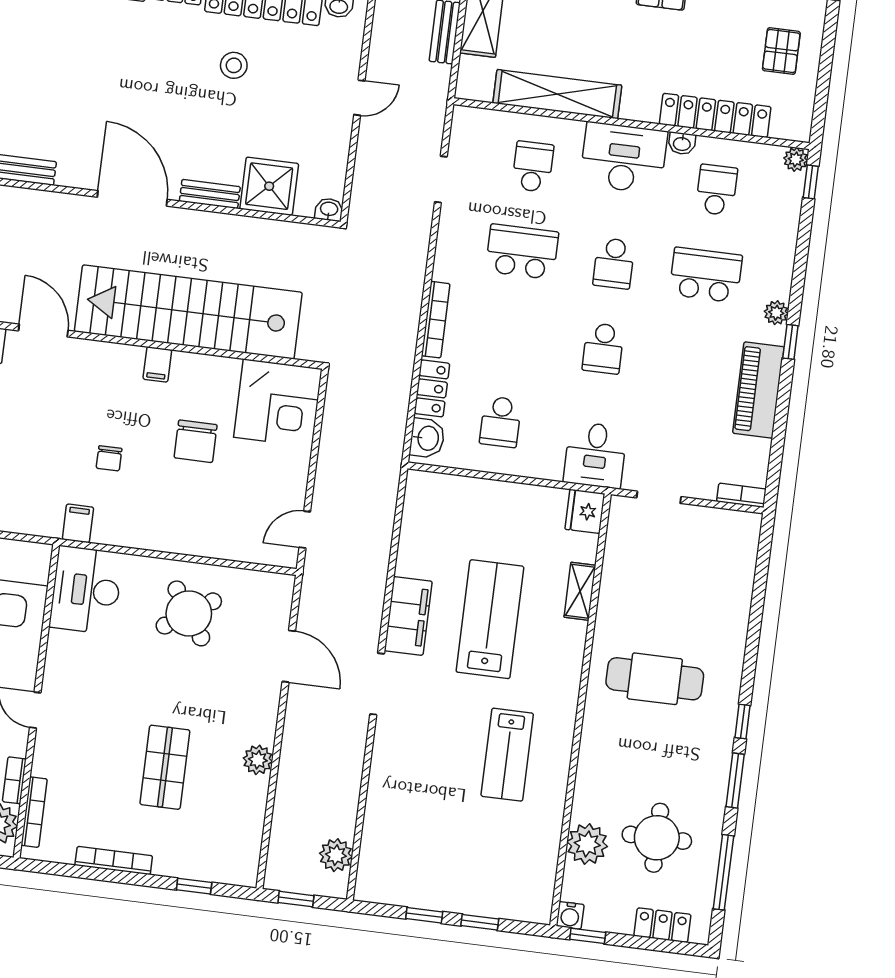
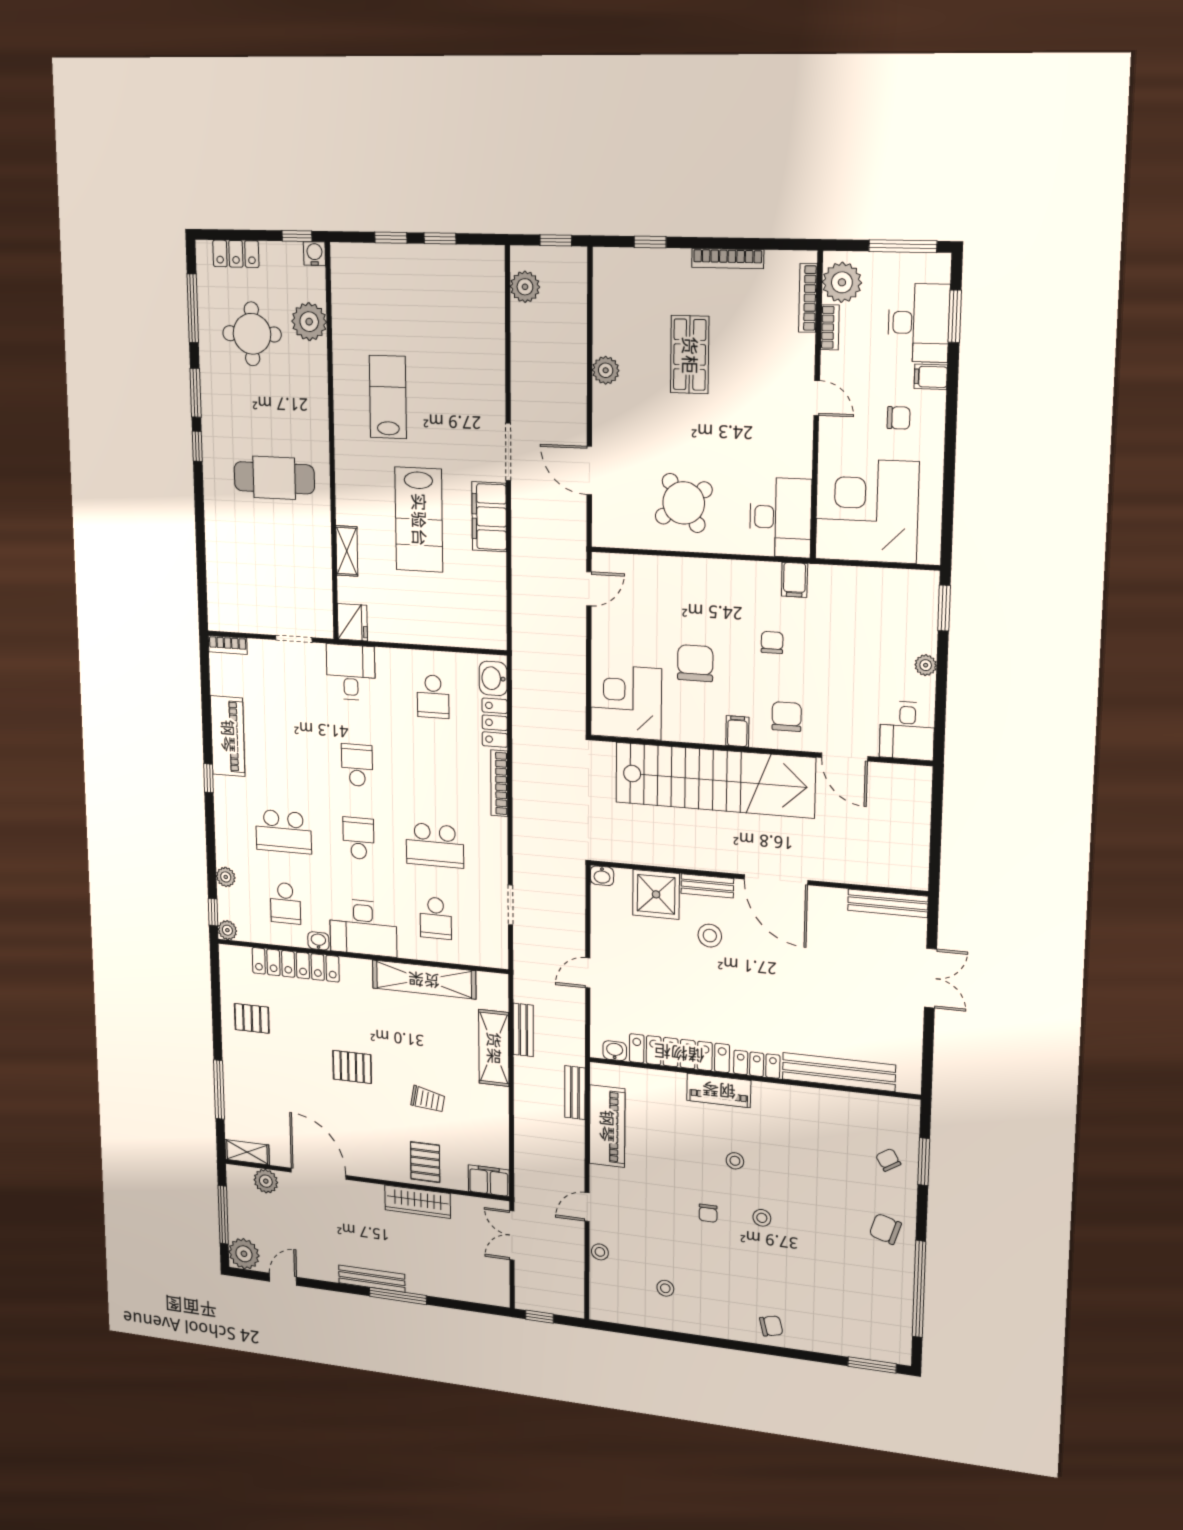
pallet: (781, 51) -> (252, 1018), turned 90
stool: (234, 65) -> (710, 936), moved
plant: (776, 313) -> (226, 877), moved
chair: (102, 378) -> (787, 717), added
school desk: (501, 422) -> (433, 697), turned 180

